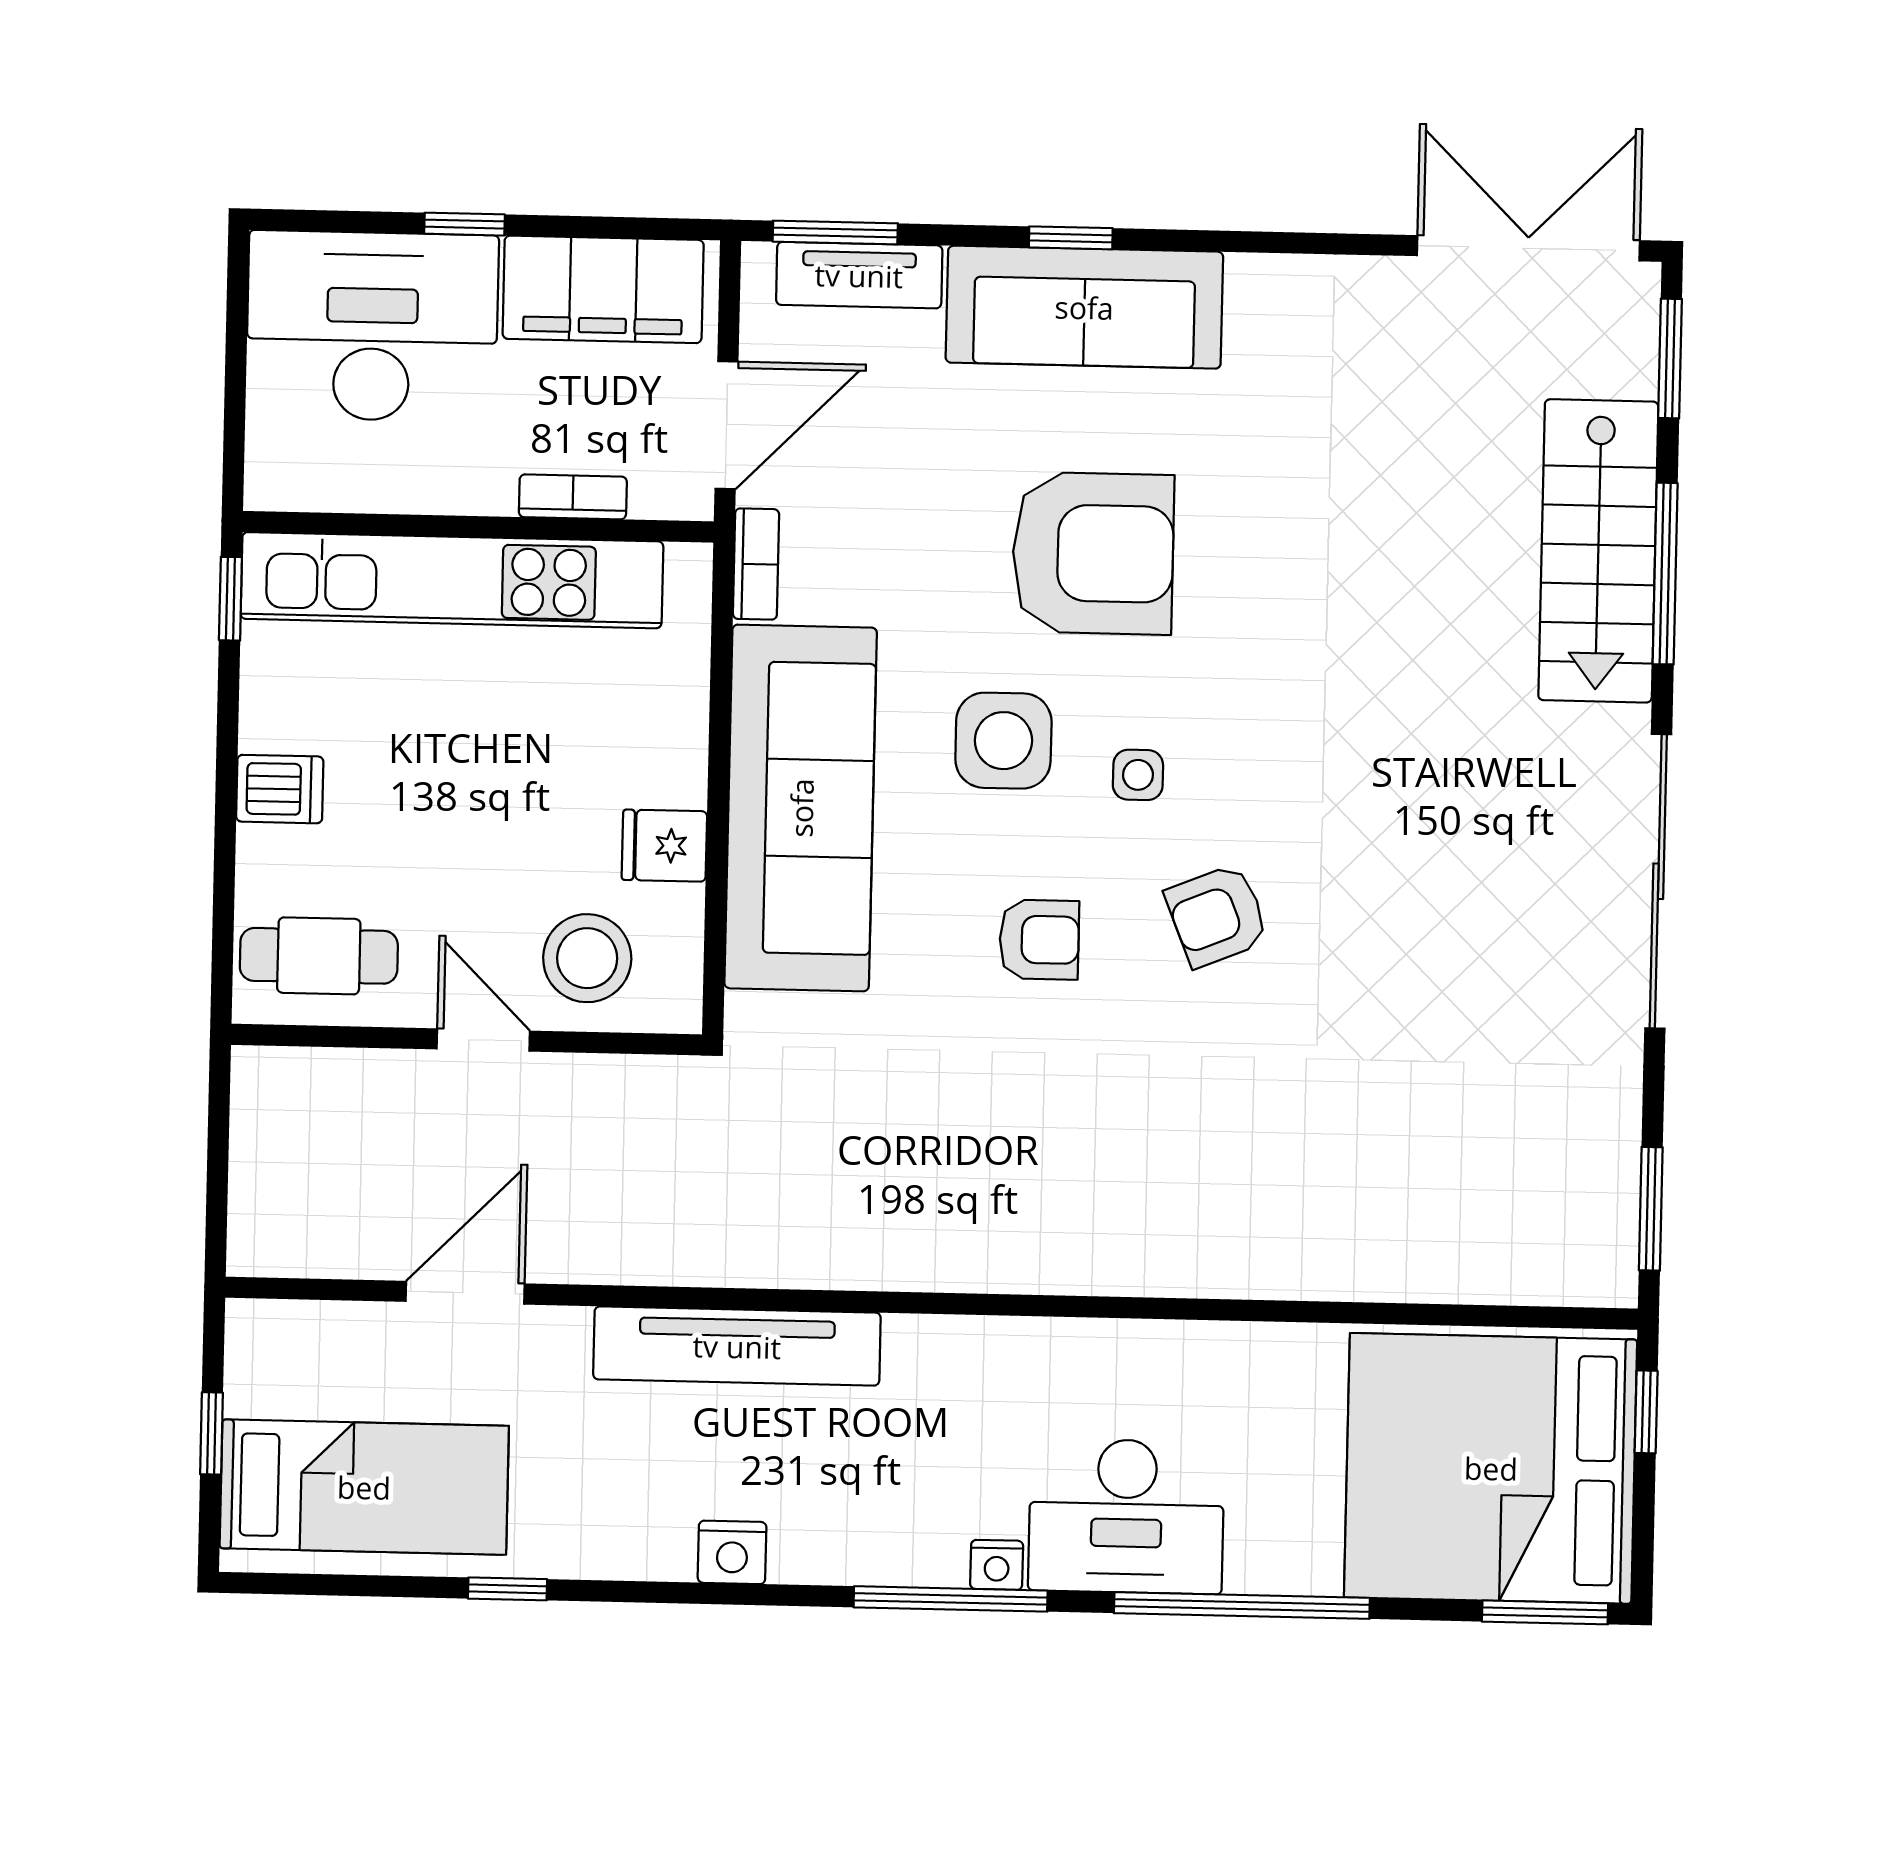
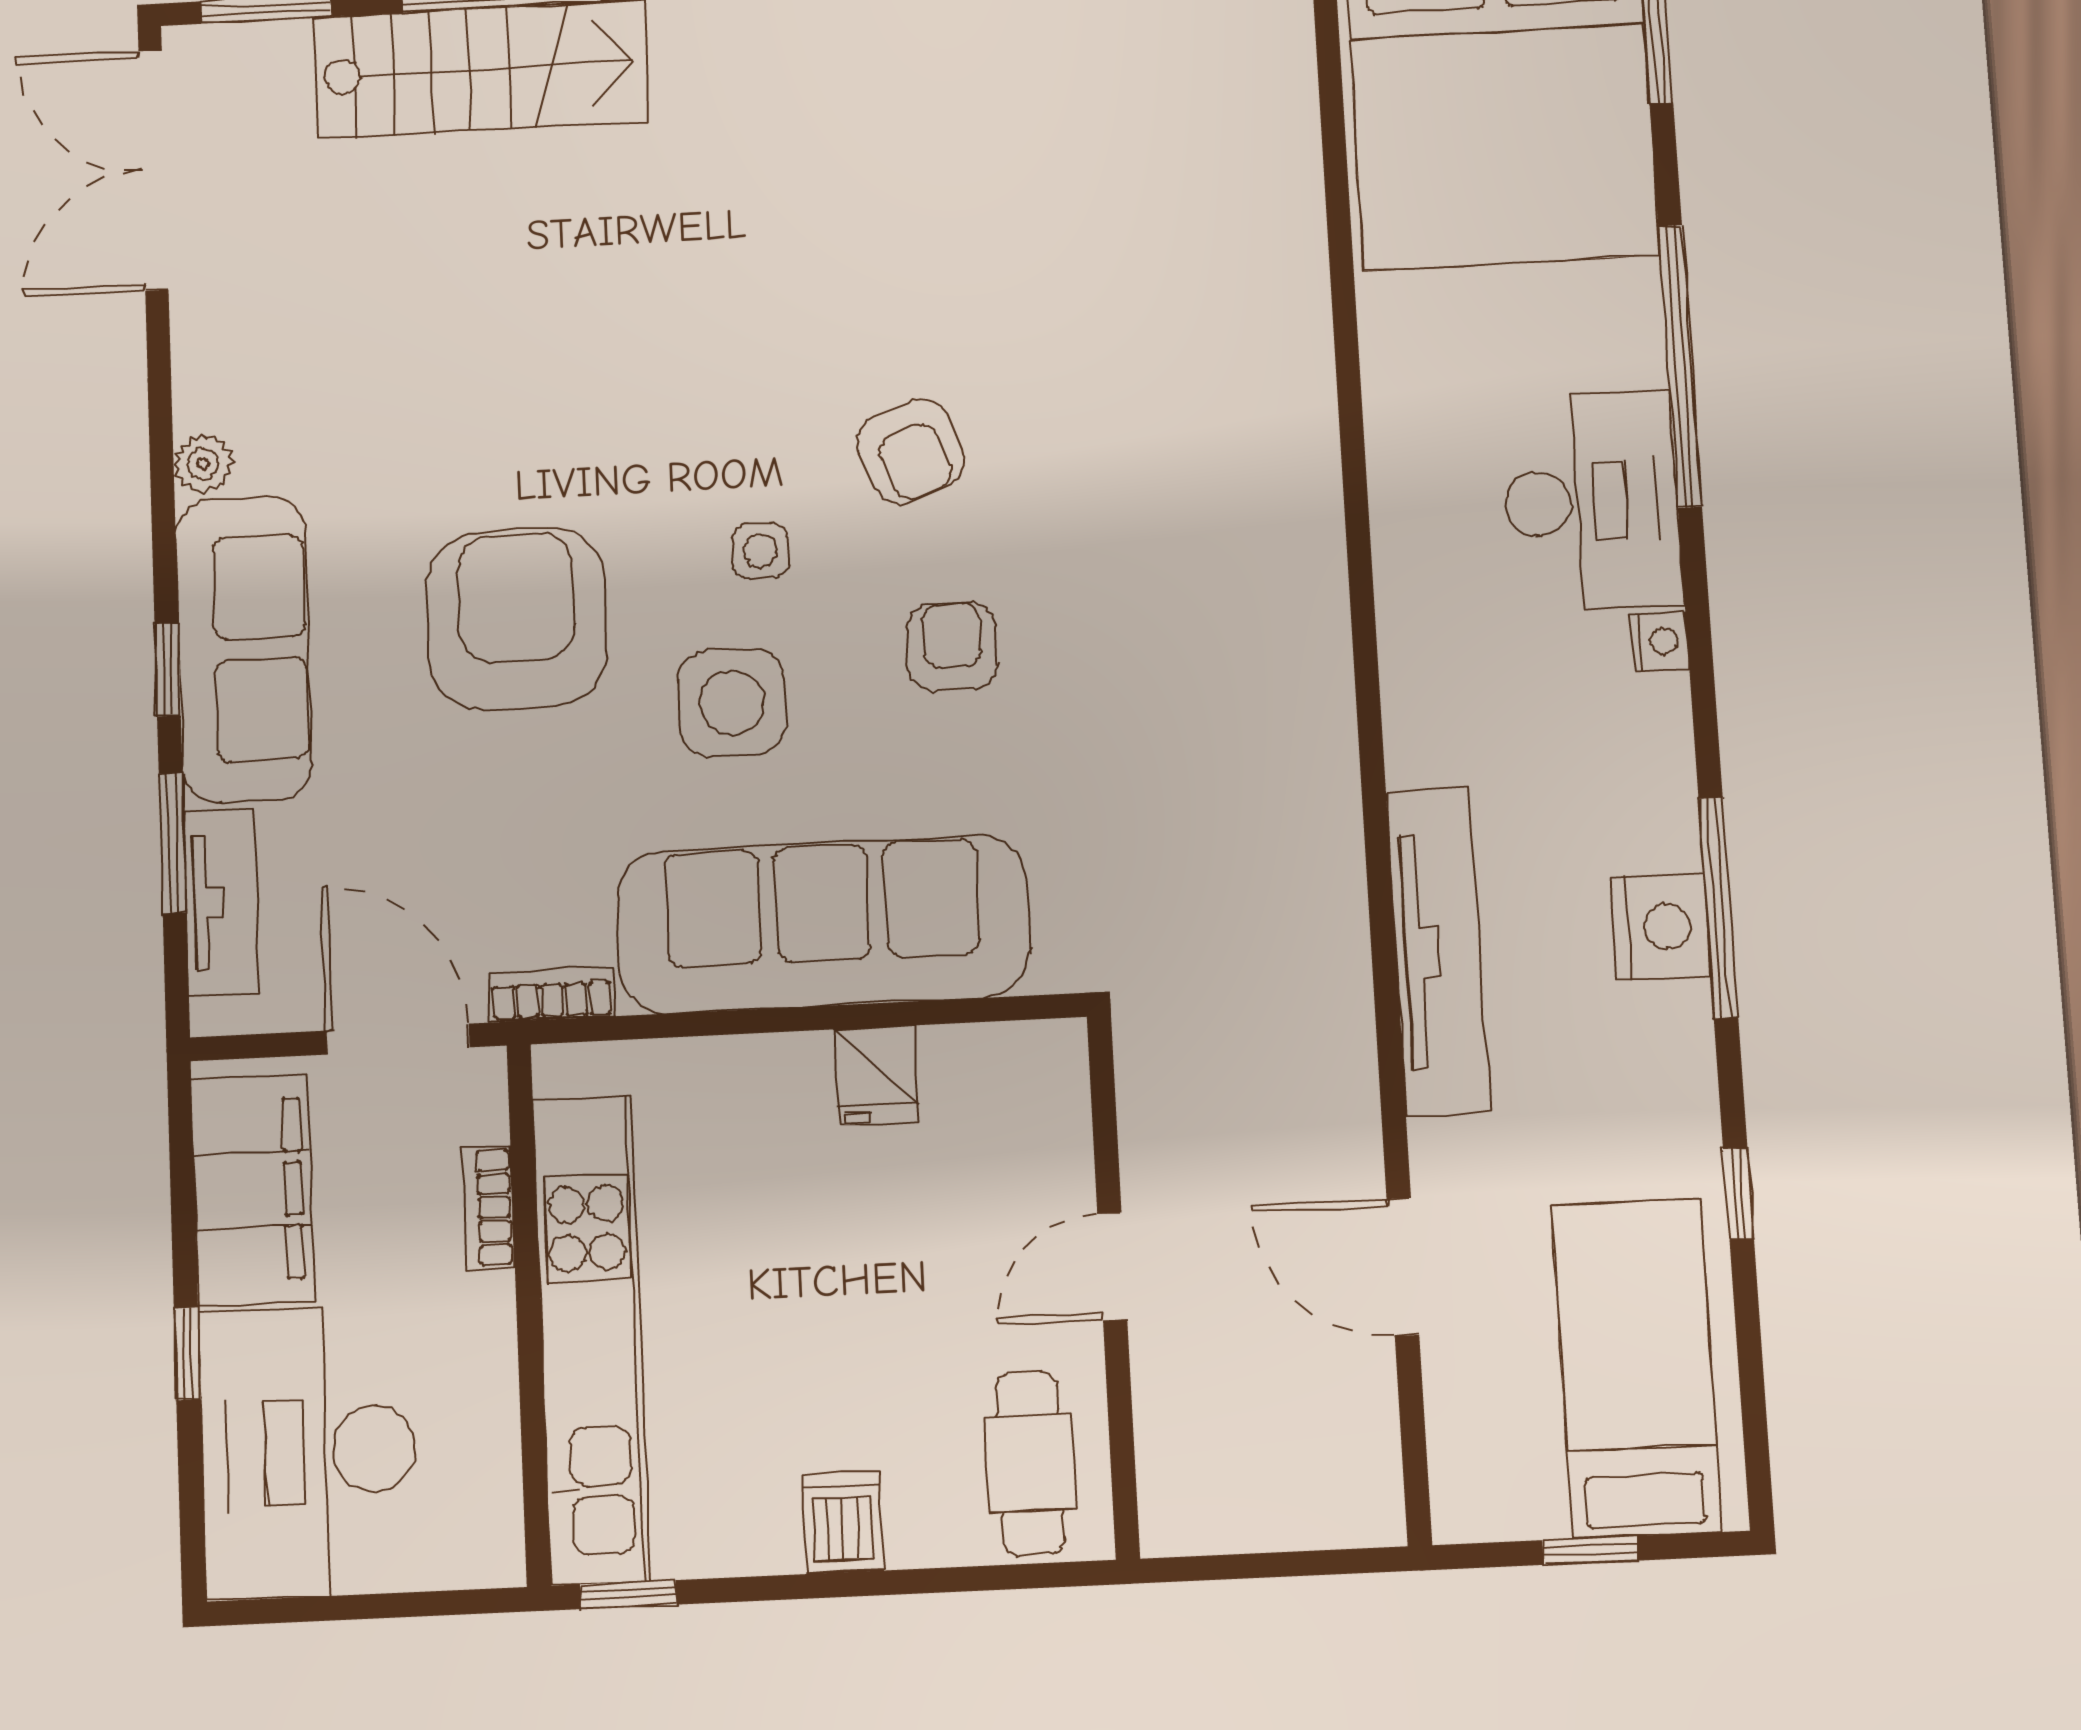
window: (835, 232) -> (173, 843), moved
plant: (1255, 279) -> (203, 464), added
stool: (587, 958) -> (1010, 1154), removed
nightstand: (732, 1552) -> (1660, 927), width x1.36, depth x1.33
window: (951, 1599) -> (1718, 908), moved

